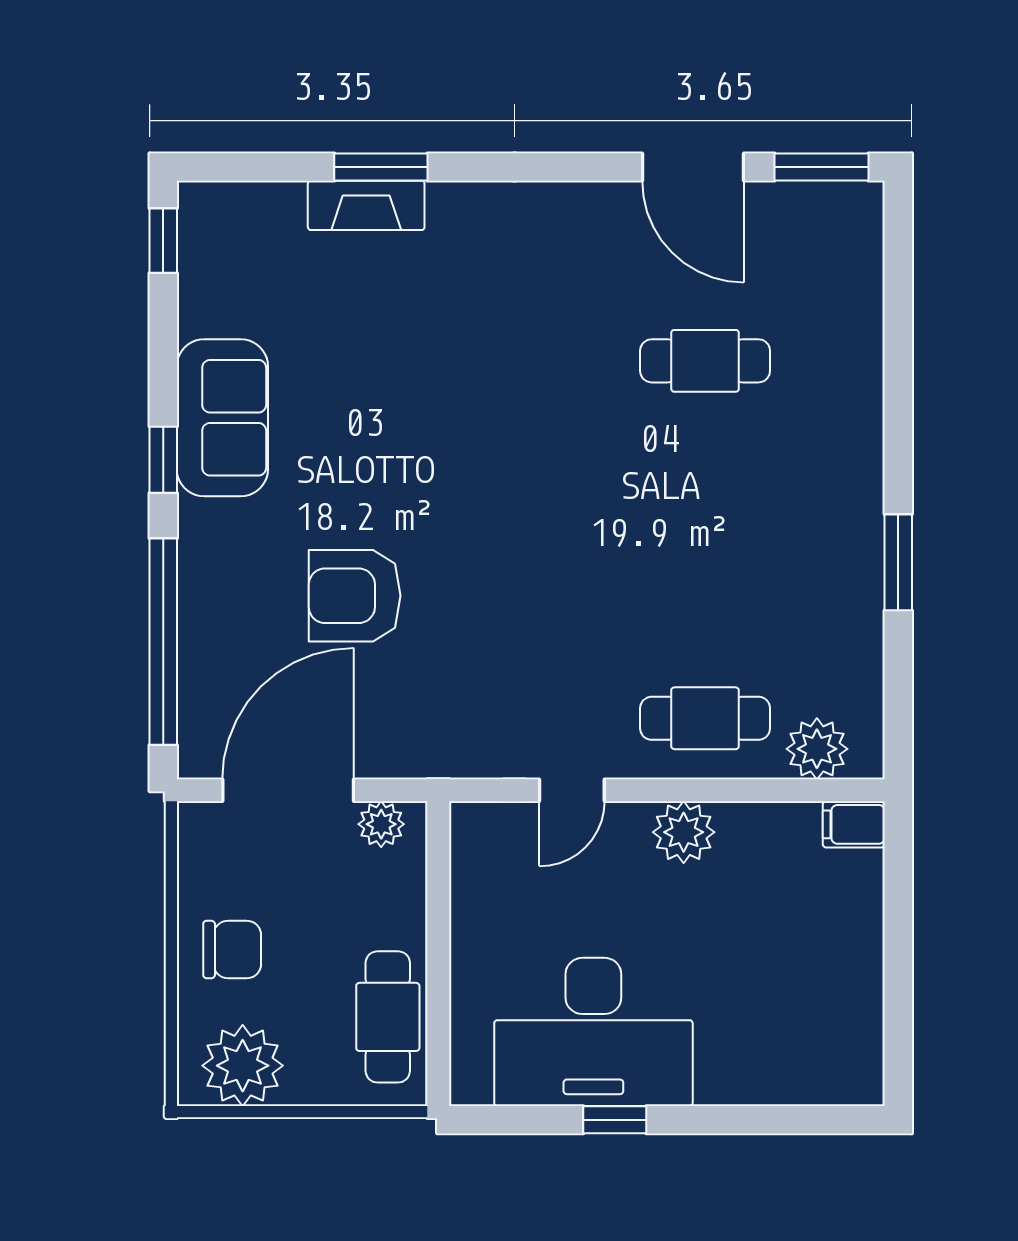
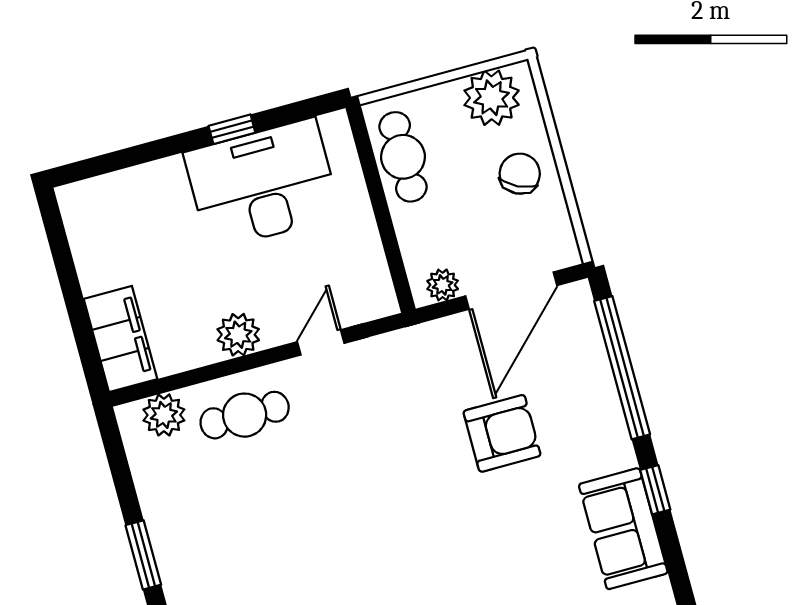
filing cabinet: (854, 824) -> (120, 339), width x3.00, depth x1.17
chair: (232, 950) -> (520, 174), turned 116

